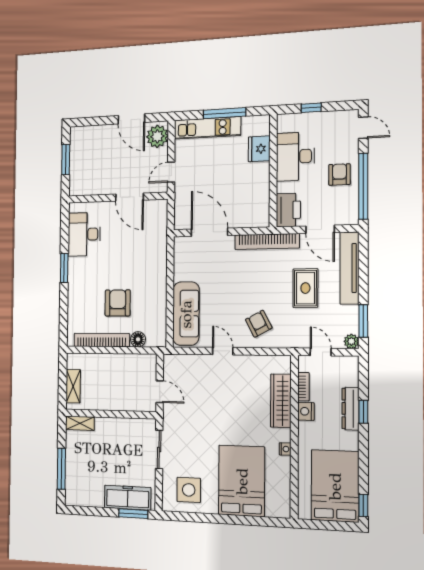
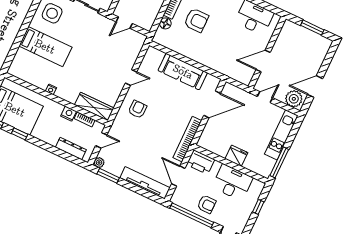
window: (224, 113) -> (279, 162), moved
fridge: (259, 149) -> (236, 156), moved
door: (171, 172) -> (265, 97), hinge flipped
door: (320, 229) -> (178, 176), hinge flipped
rug: (305, 288) -> (146, 150), removed
sofa: (186, 314) -> (183, 72), moved
armchair: (259, 324) -> (137, 109), turned -62
wardrobe: (281, 401) -> (94, 106), moved
dresser: (350, 409) -> (71, 149), moved
window: (363, 412) -> (20, 134), moved
bed: (242, 481) -> (45, 47), width x0.67

